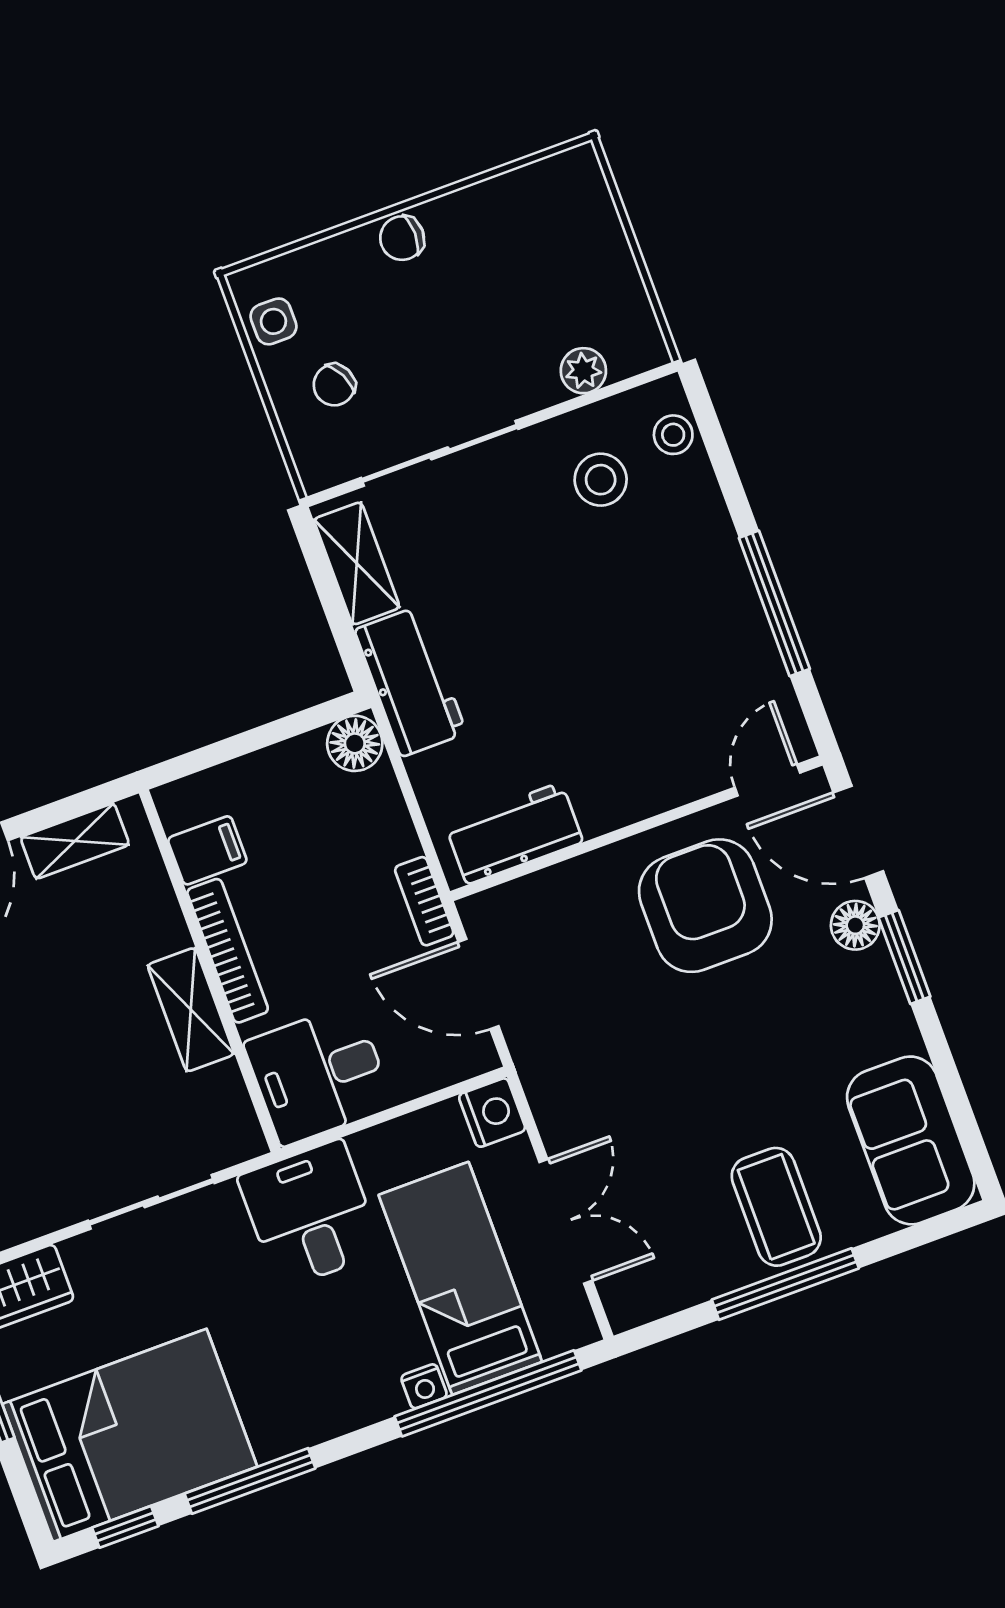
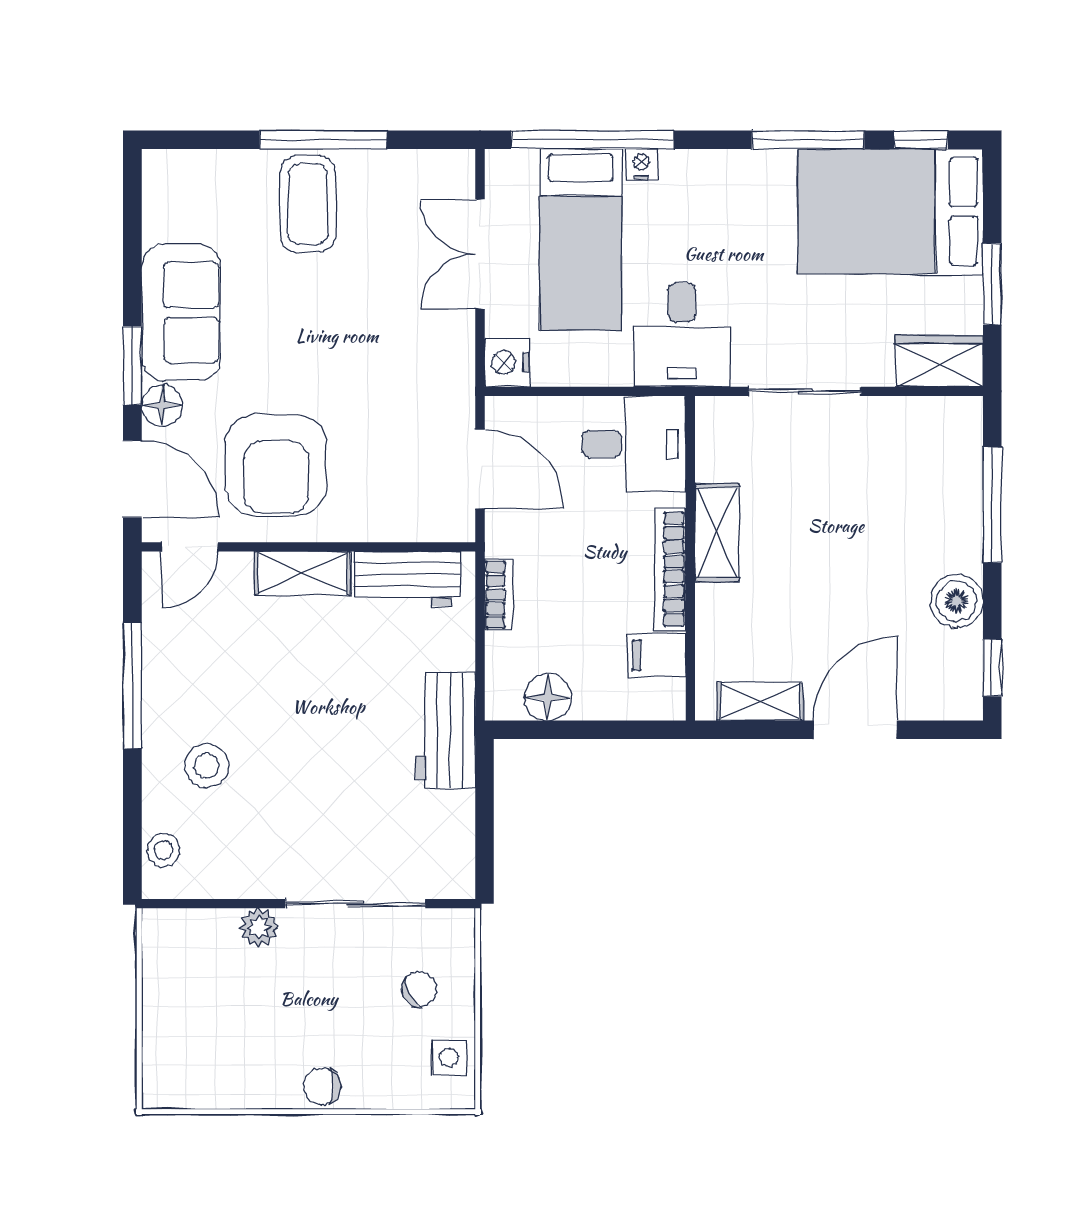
chair: (402, 238) -> (322, 1086), turned 180
plant: (583, 371) -> (259, 927), moved
stool: (601, 480) -> (207, 766), moved
shelving: (357, 563) -> (302, 573), moved, turned 90
floor lamp: (355, 743) -> (548, 697), moved
bookcase: (424, 901) -> (499, 595), moved
sofa: (911, 1140) -> (181, 312), moved

